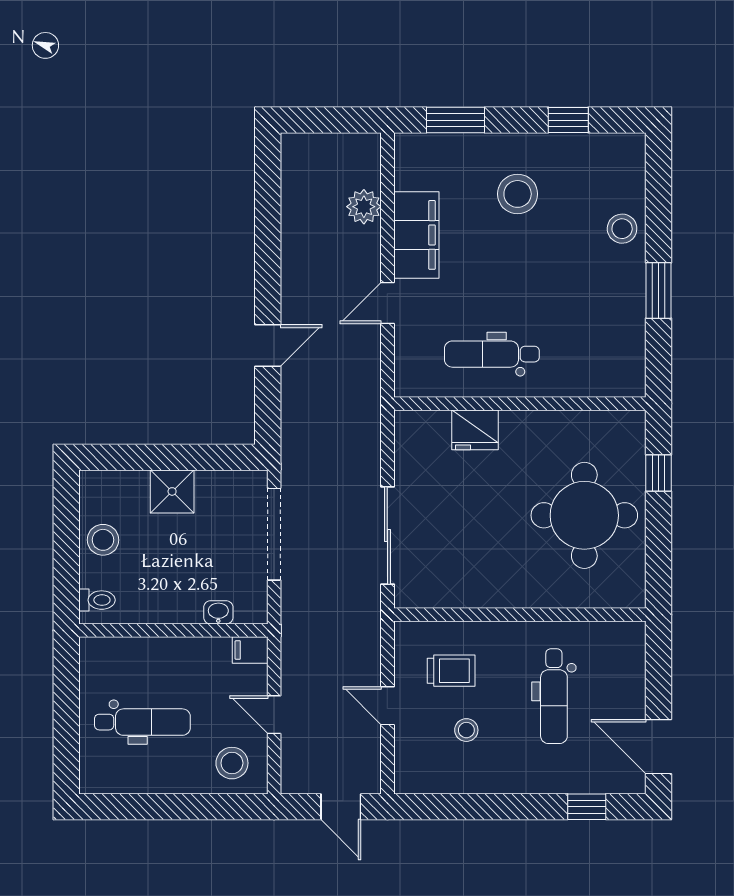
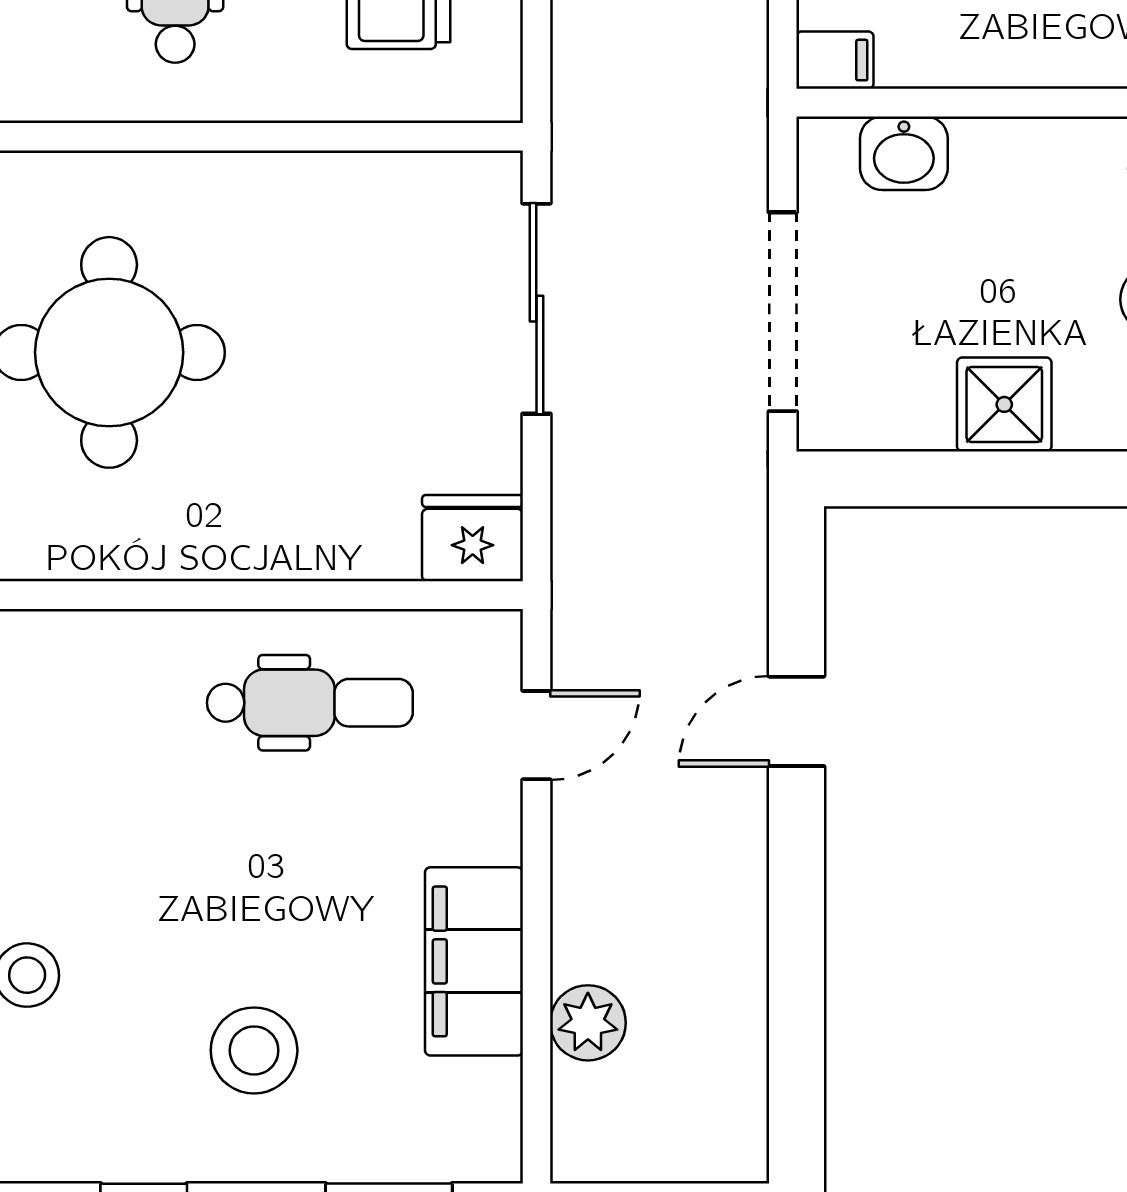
door: (387, 303) -> (536, 735), moved
fridge: (475, 430) -> (473, 538), moved
washbasin: (218, 612) -> (904, 153), width x1.38, depth x1.45

